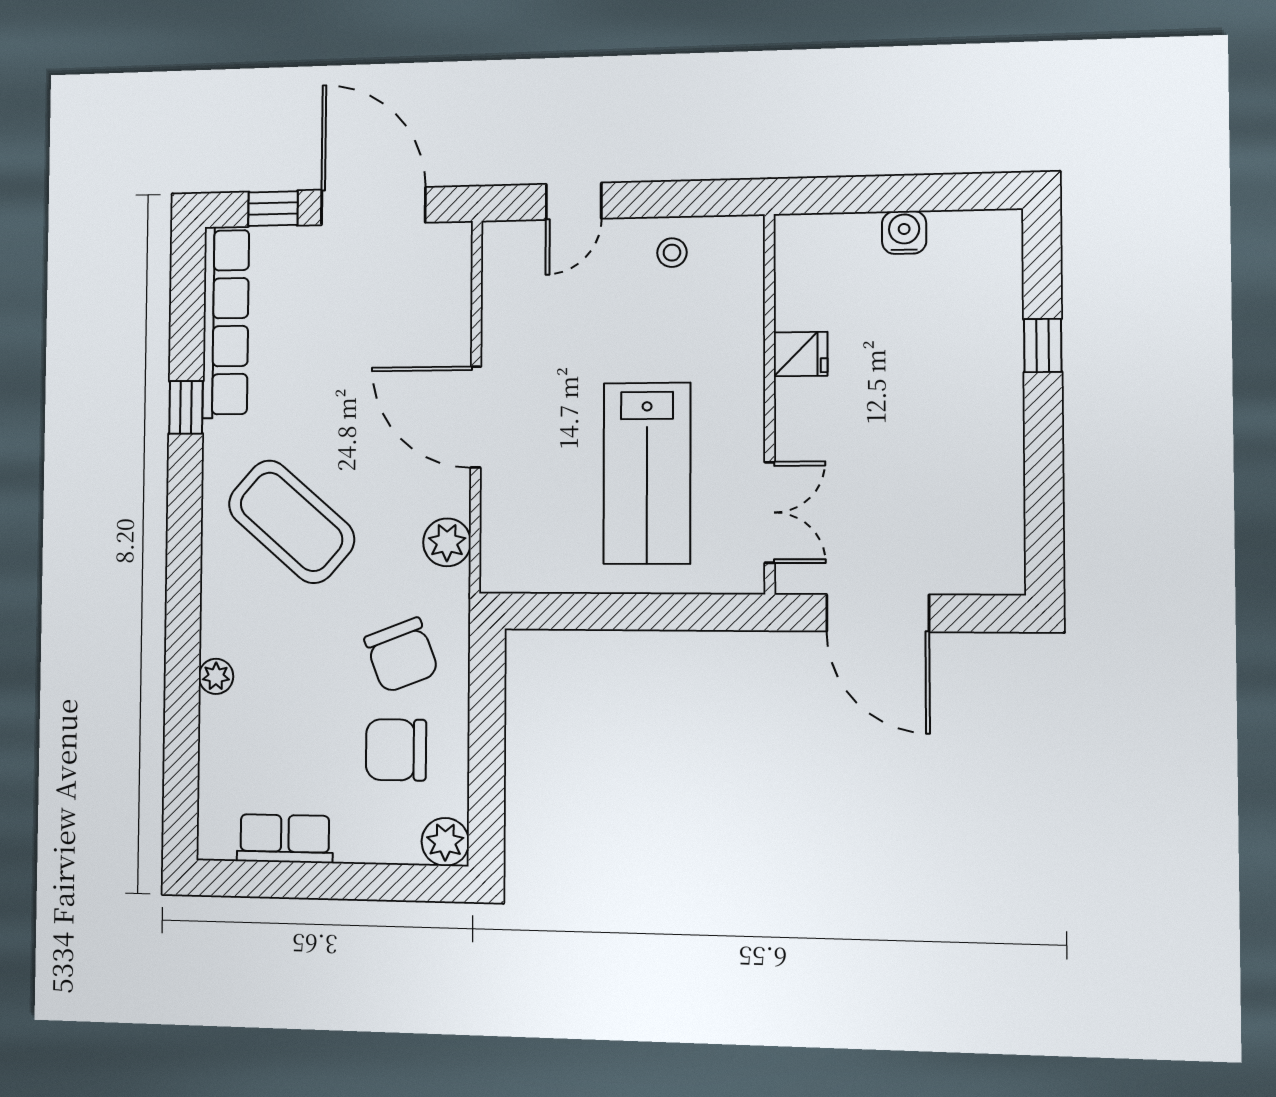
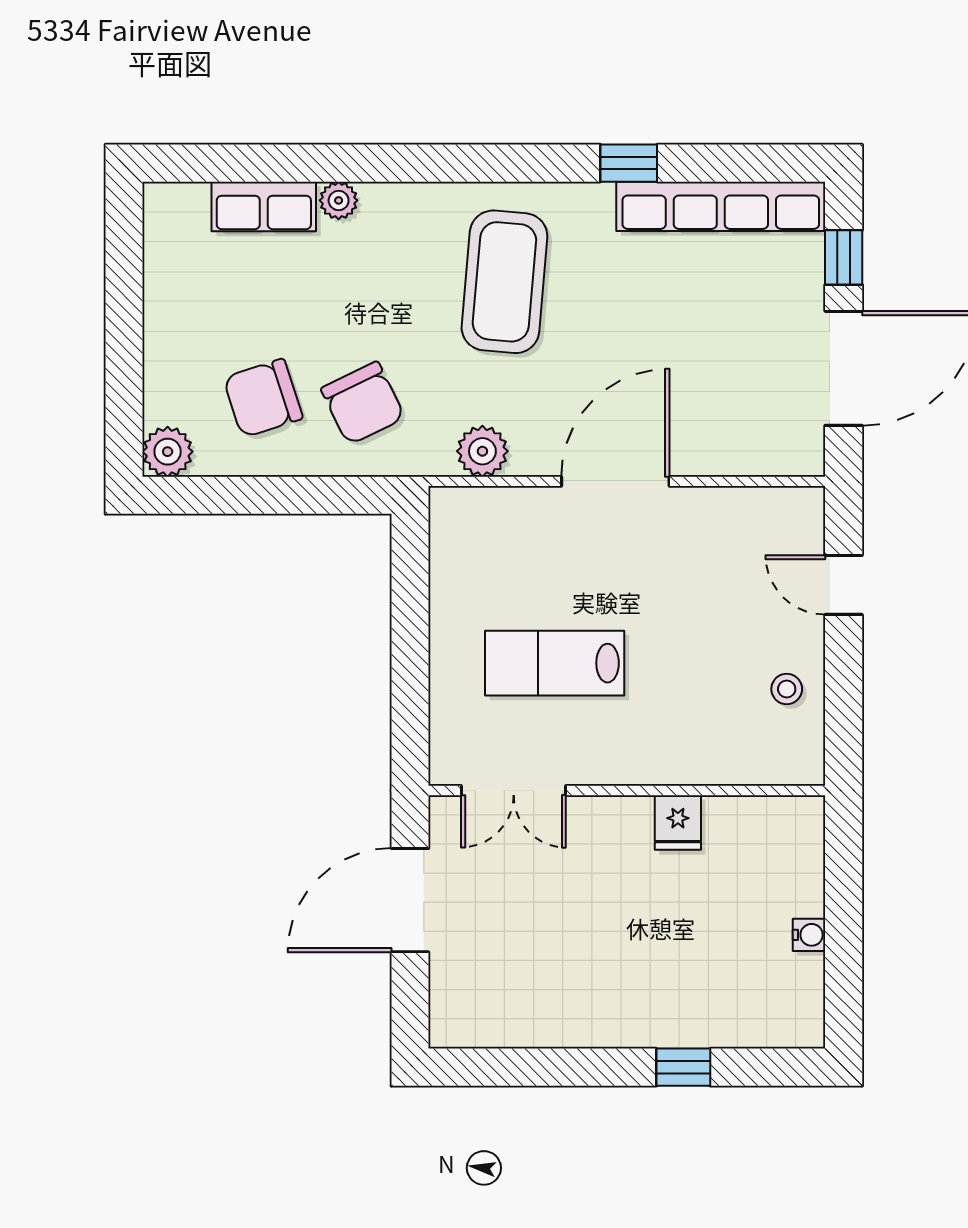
water cooler: (904, 232) -> (809, 935), width x0.72, depth x0.72
lab bench: (647, 473) -> (555, 663), width x0.73, depth x0.72
coffee table: (291, 522) -> (504, 282), turned -36
chair: (401, 655) -> (363, 403), turned -95
chair: (396, 750) -> (263, 398), turned -108
row of seats: (285, 839) -> (264, 206), moved, turned 90

